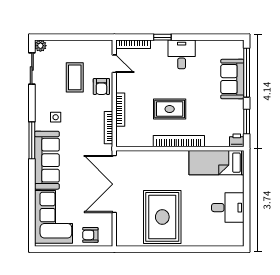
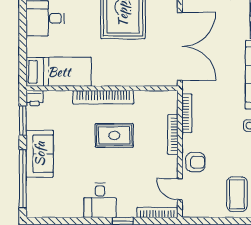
coffee table: (75, 77) -> (237, 194), moved
sofa: (232, 79) -> (40, 154), moved
armchair: (101, 87) -> (195, 162), turned 90

